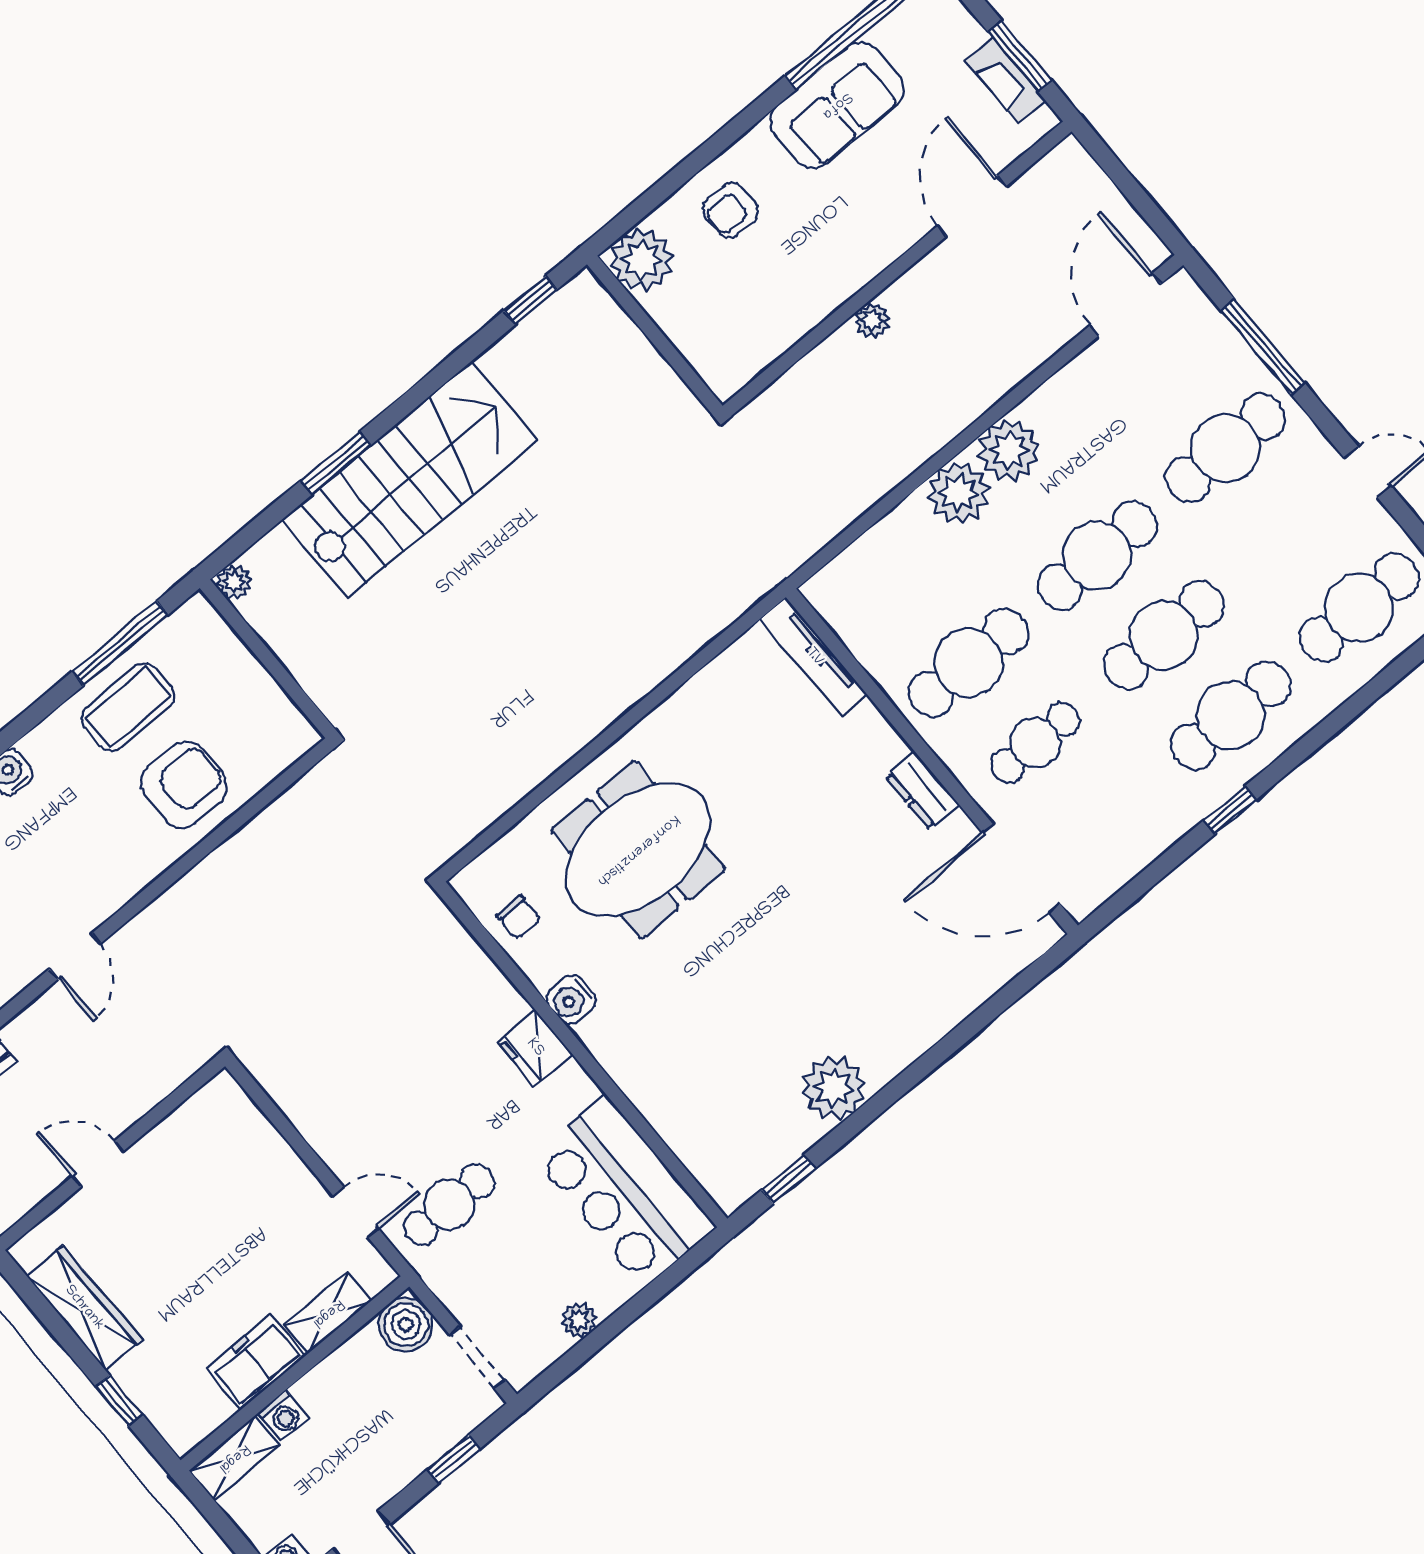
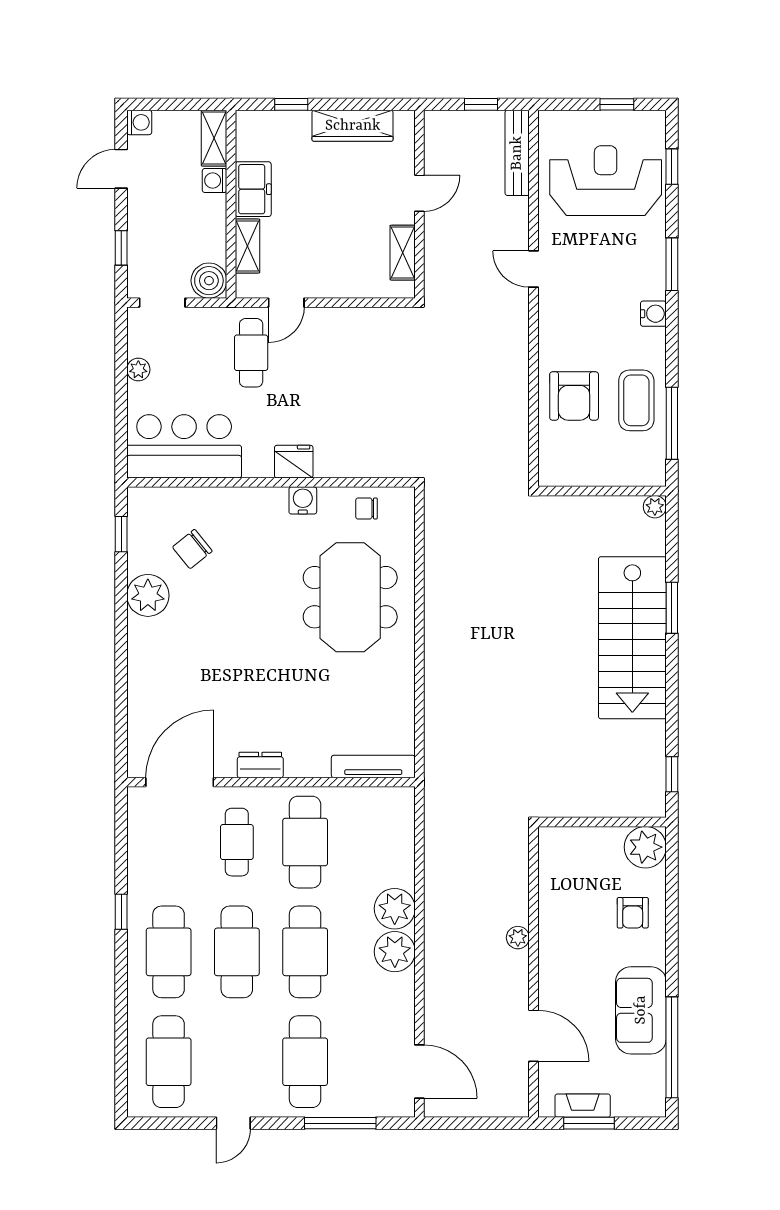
armchair: (731, 210) -> (633, 913), turned 180
chair: (736, 1081) -> (192, 549), added
shelving: (184, 1125) -> (403, 253), added

